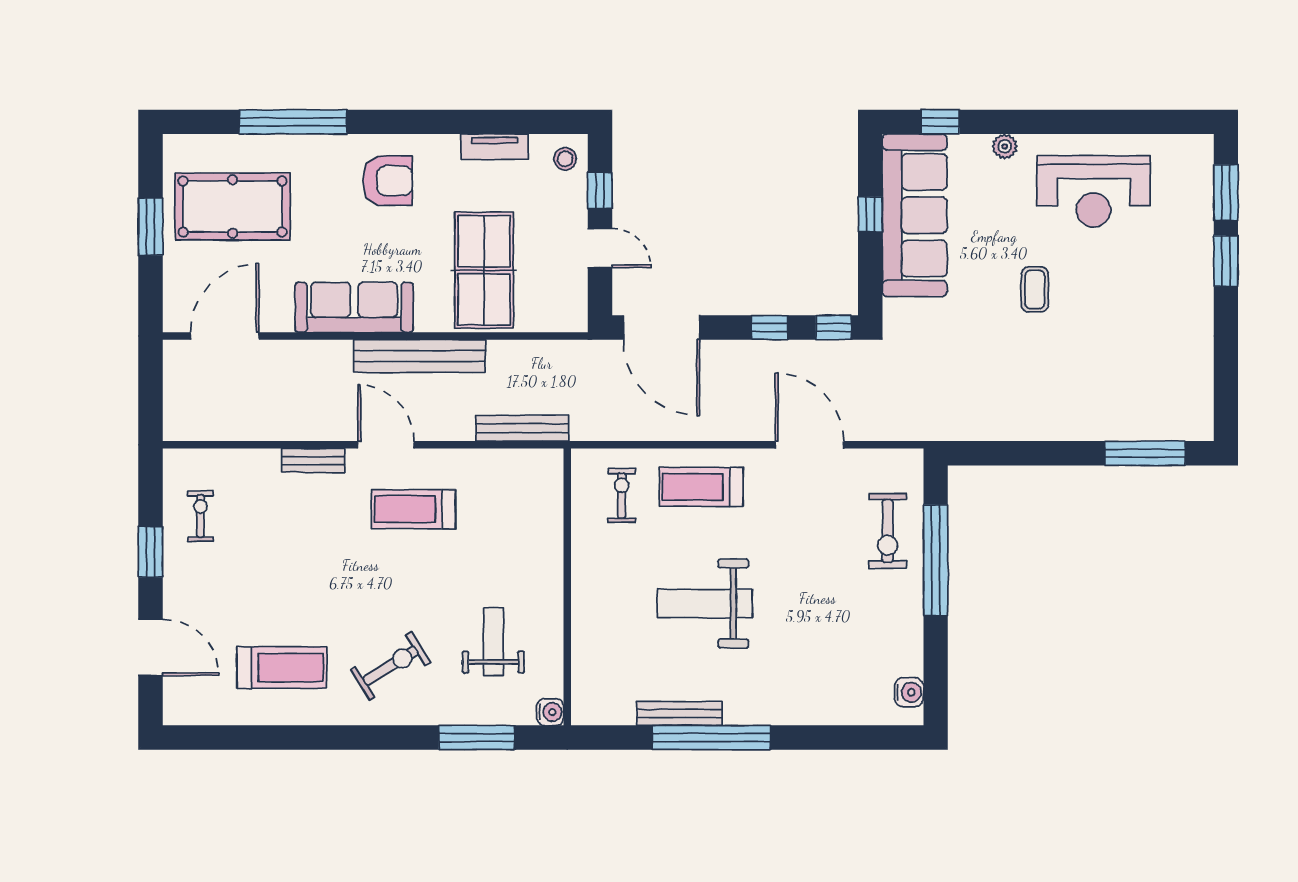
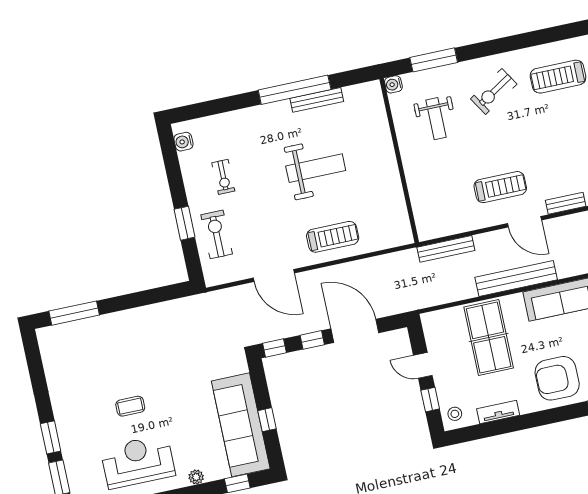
armchair: (388, 181) -> (557, 378), width x1.36, depth x1.36
coffee table: (1035, 289) -> (130, 406), moved, turned 90
door: (662, 327) -> (355, 331), moved
exercise bike: (622, 496) -> (223, 177), moved
window: (936, 560) -> (185, 223), width x0.47

